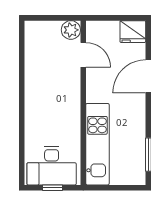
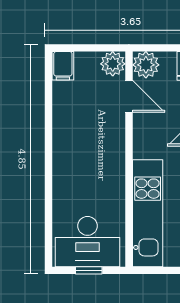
plant: (96, 31) -> (146, 65), added
filing cabinet: (33, 32) -> (63, 66), added

